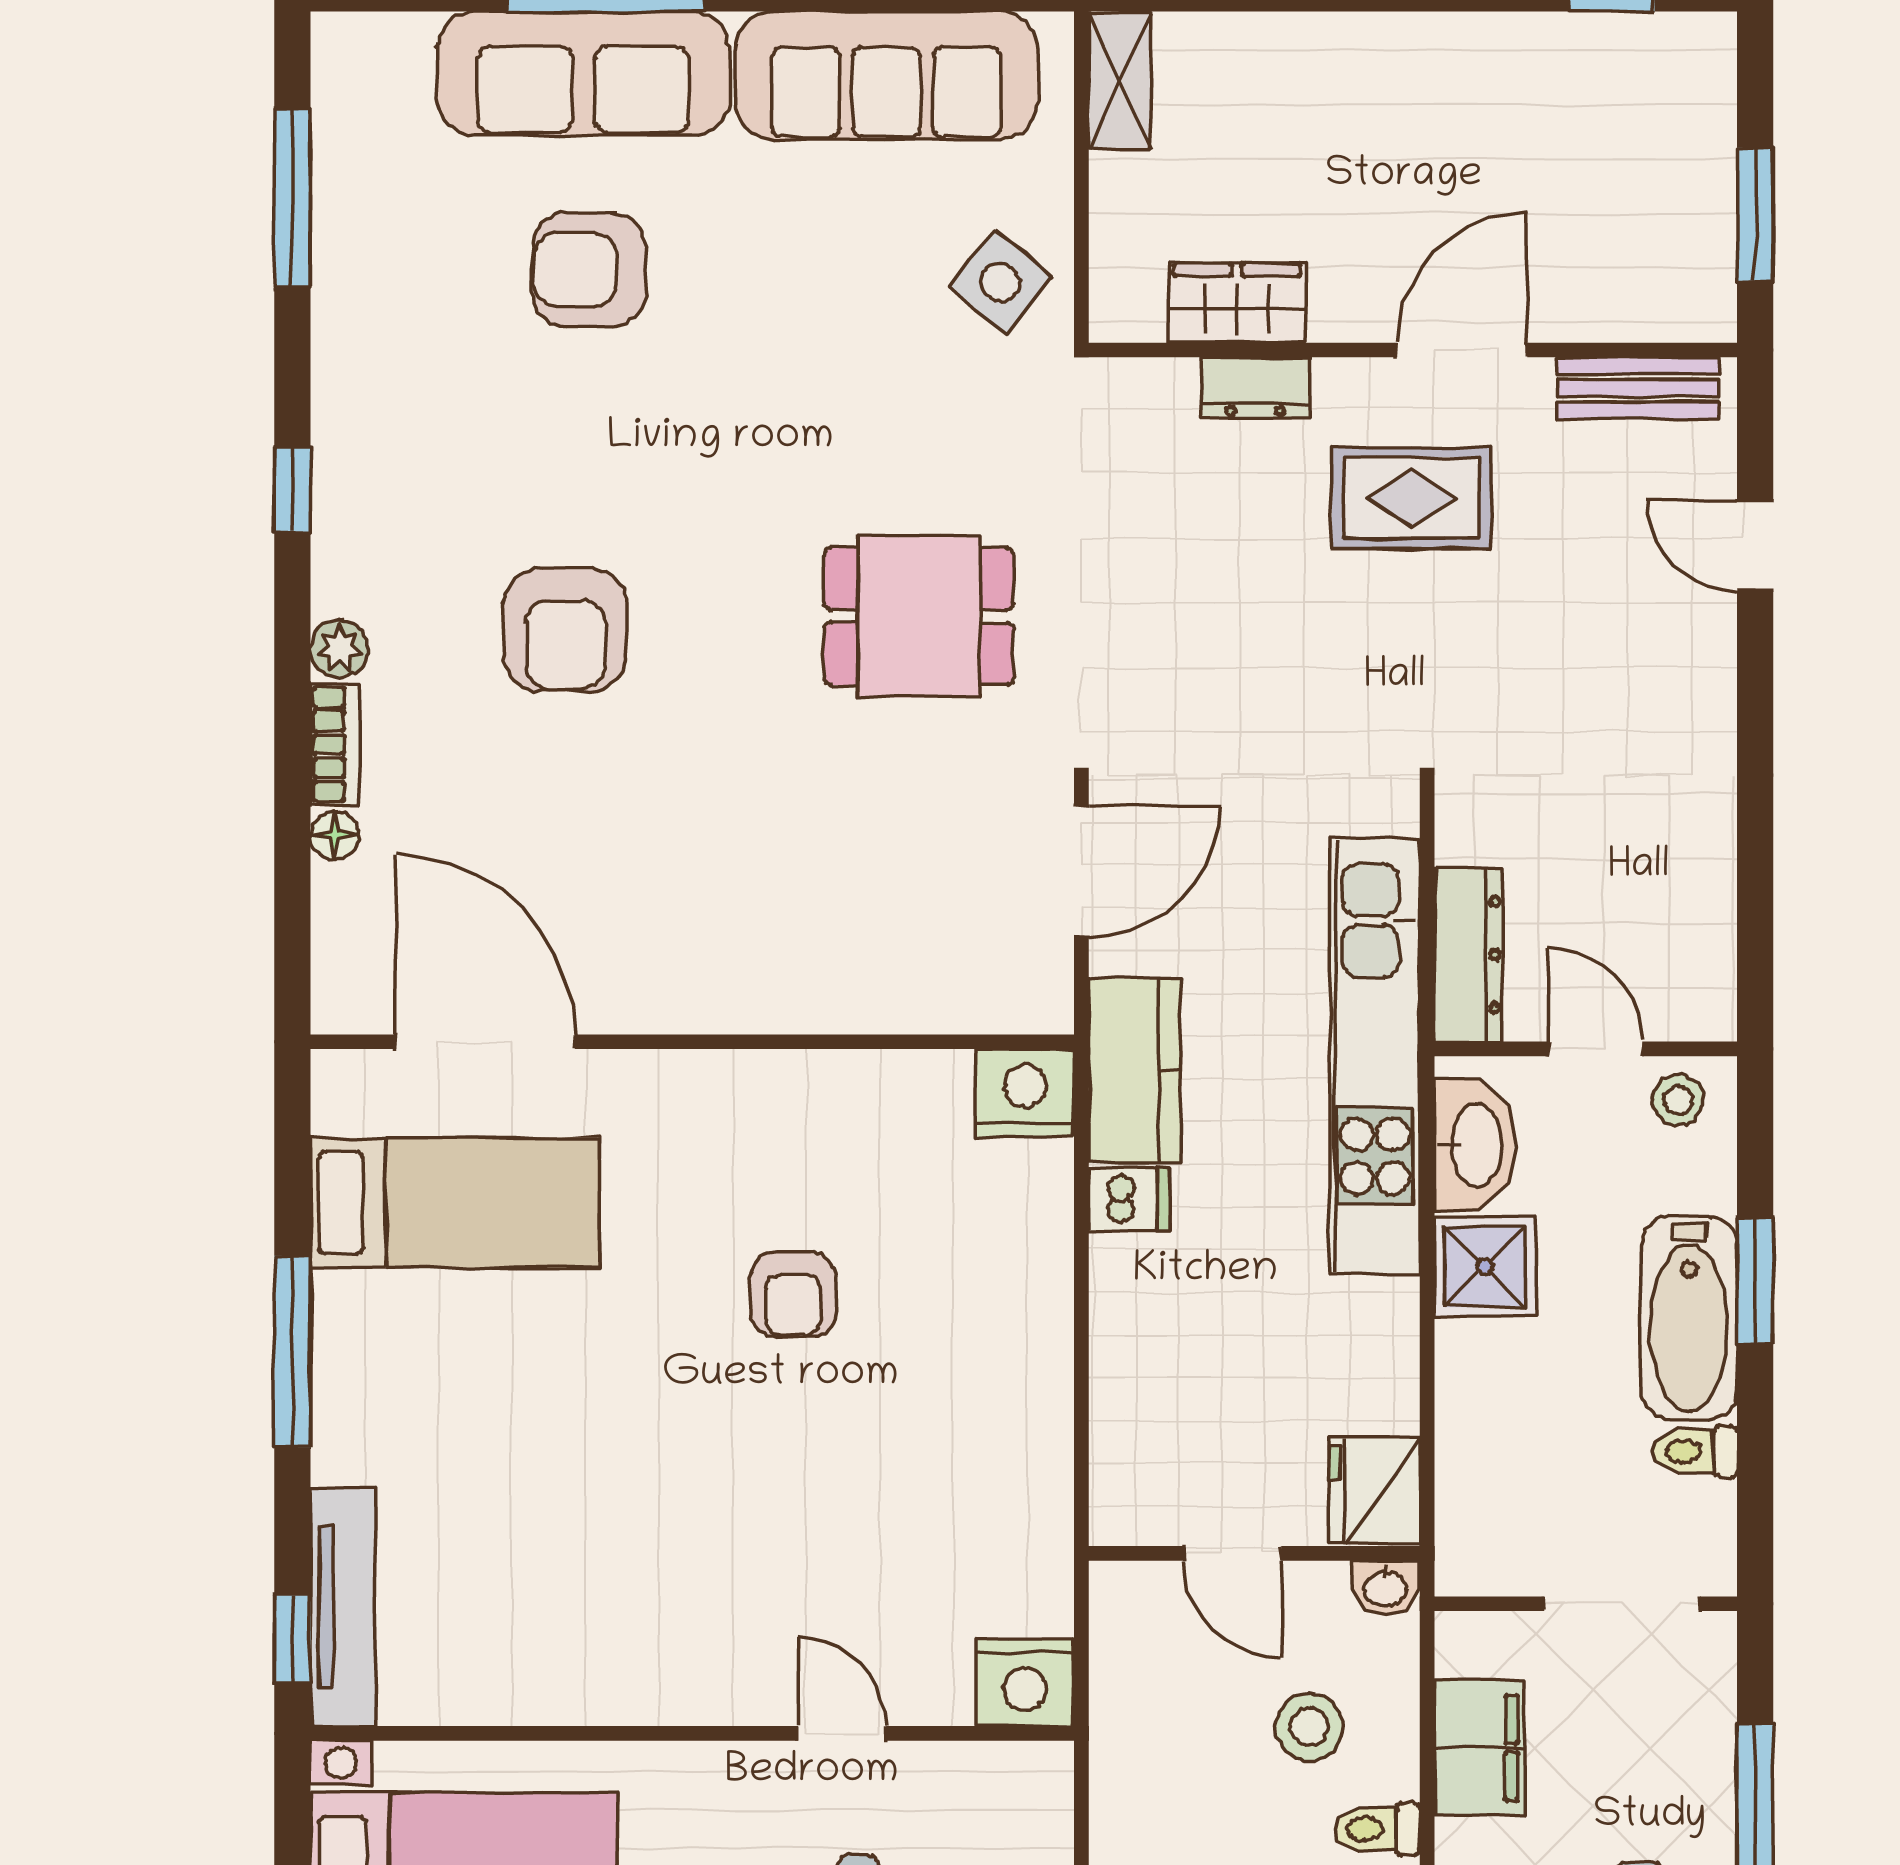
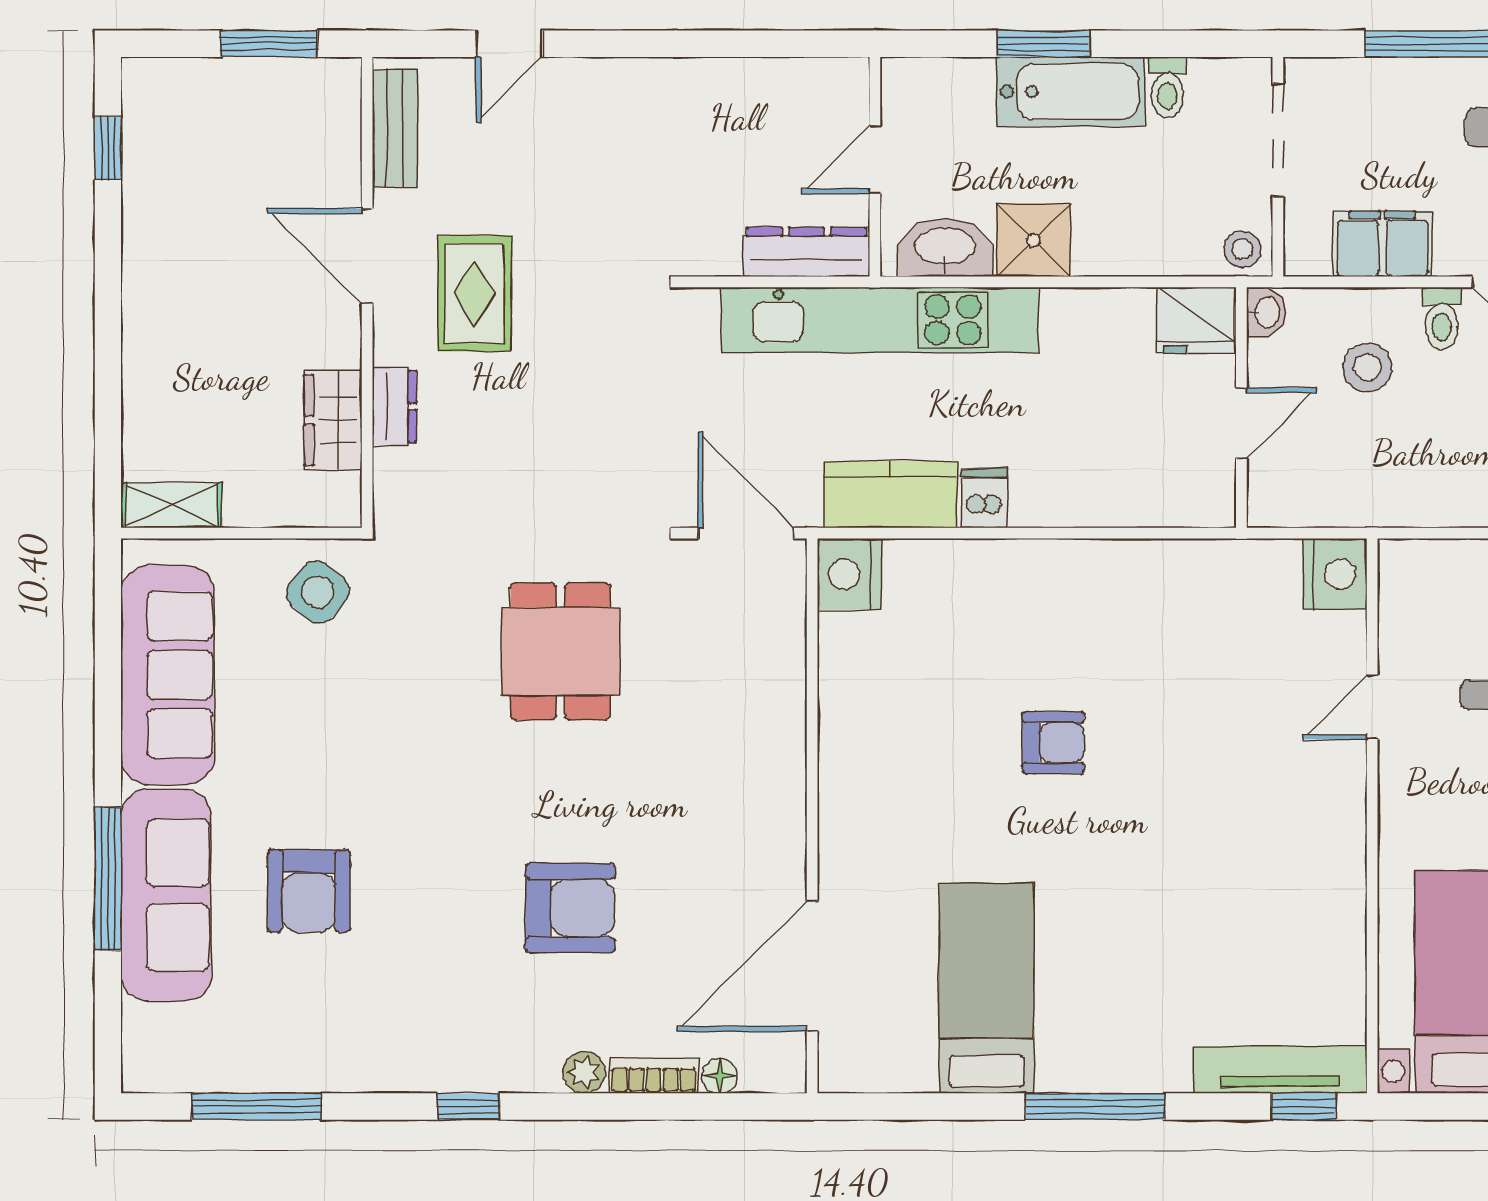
door: (485, 1042) -> (812, 966), moved
wall: (692, 1042) -> (812, 816), moved
nightstand: (1025, 1093) -> (849, 574), moved
stool: (1678, 1100) -> (1243, 249), moved

